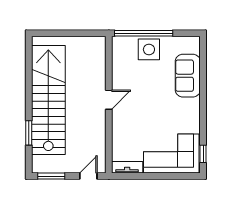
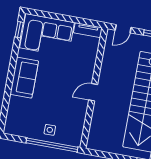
side table: (149, 49) -> (50, 130), width x0.54, depth x0.54
sofa: (188, 76) -> (24, 78), moved

